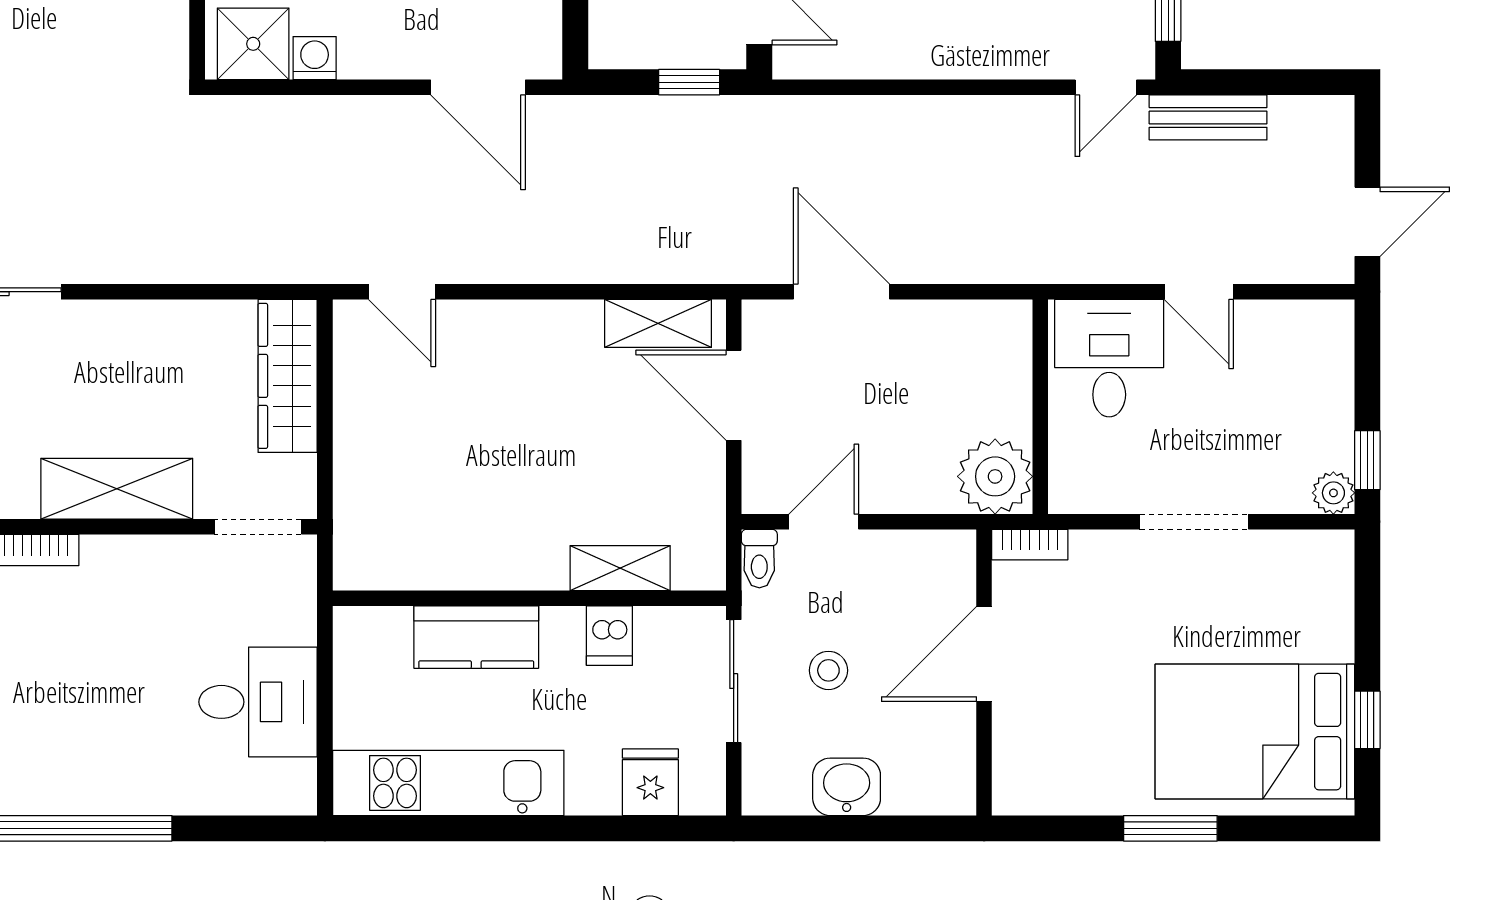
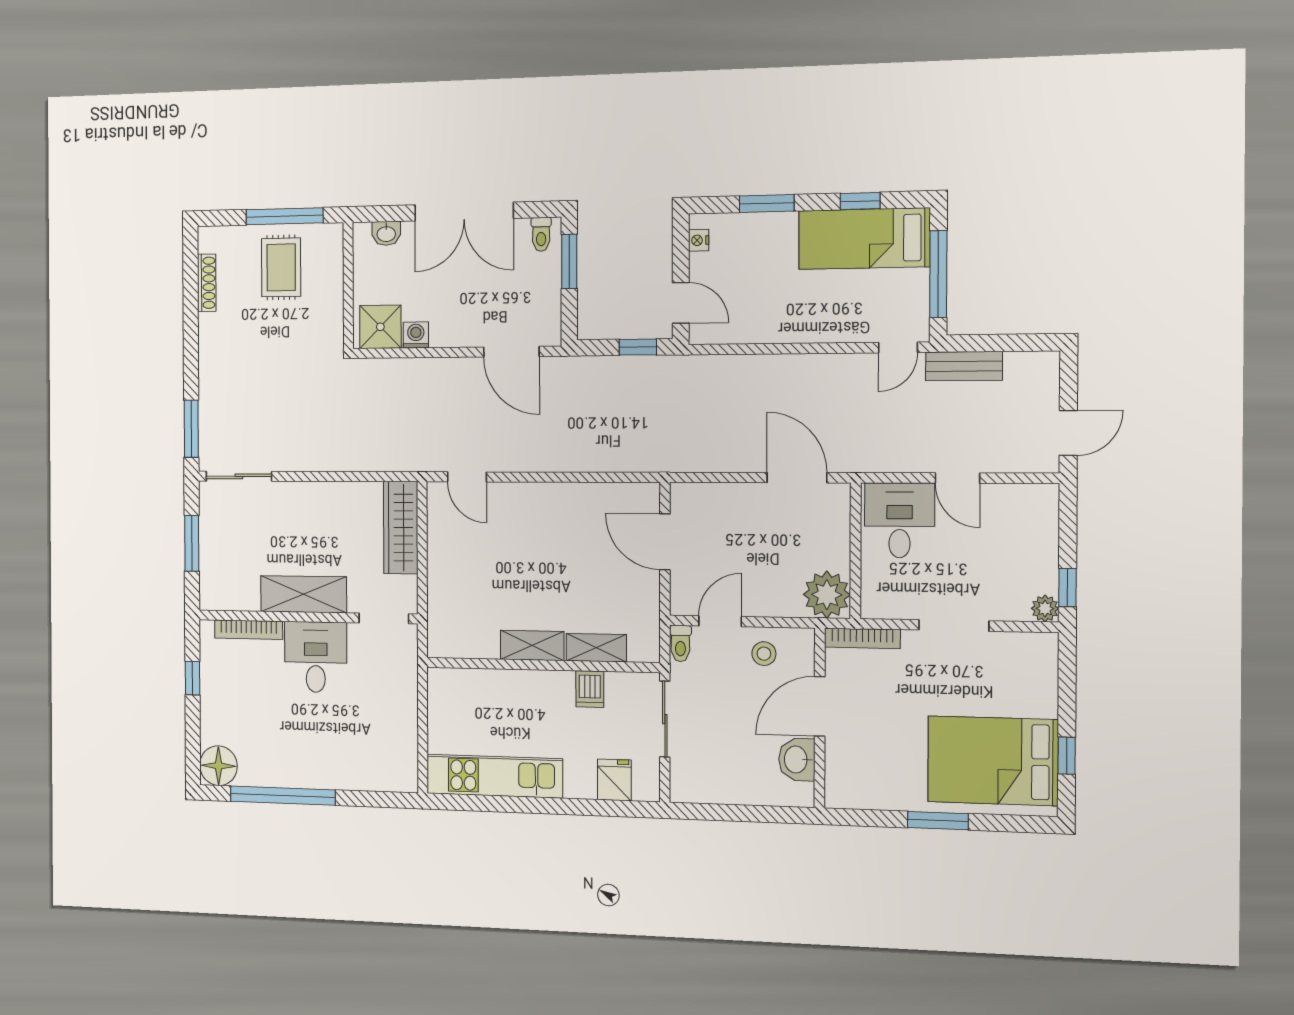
door: (842, 292) -> (797, 478), moved
shelving: (658, 323) -> (532, 645), moved
bookcase: (1030, 545) -> (862, 638), width x1.56
kitchen counter: (476, 637) -> (511, 688), removed
stool: (828, 670) -> (764, 654), moved
desk: (258, 702) -> (316, 657), moved, turned -90
washbasin: (847, 787) -> (797, 760), moved, turned -90

